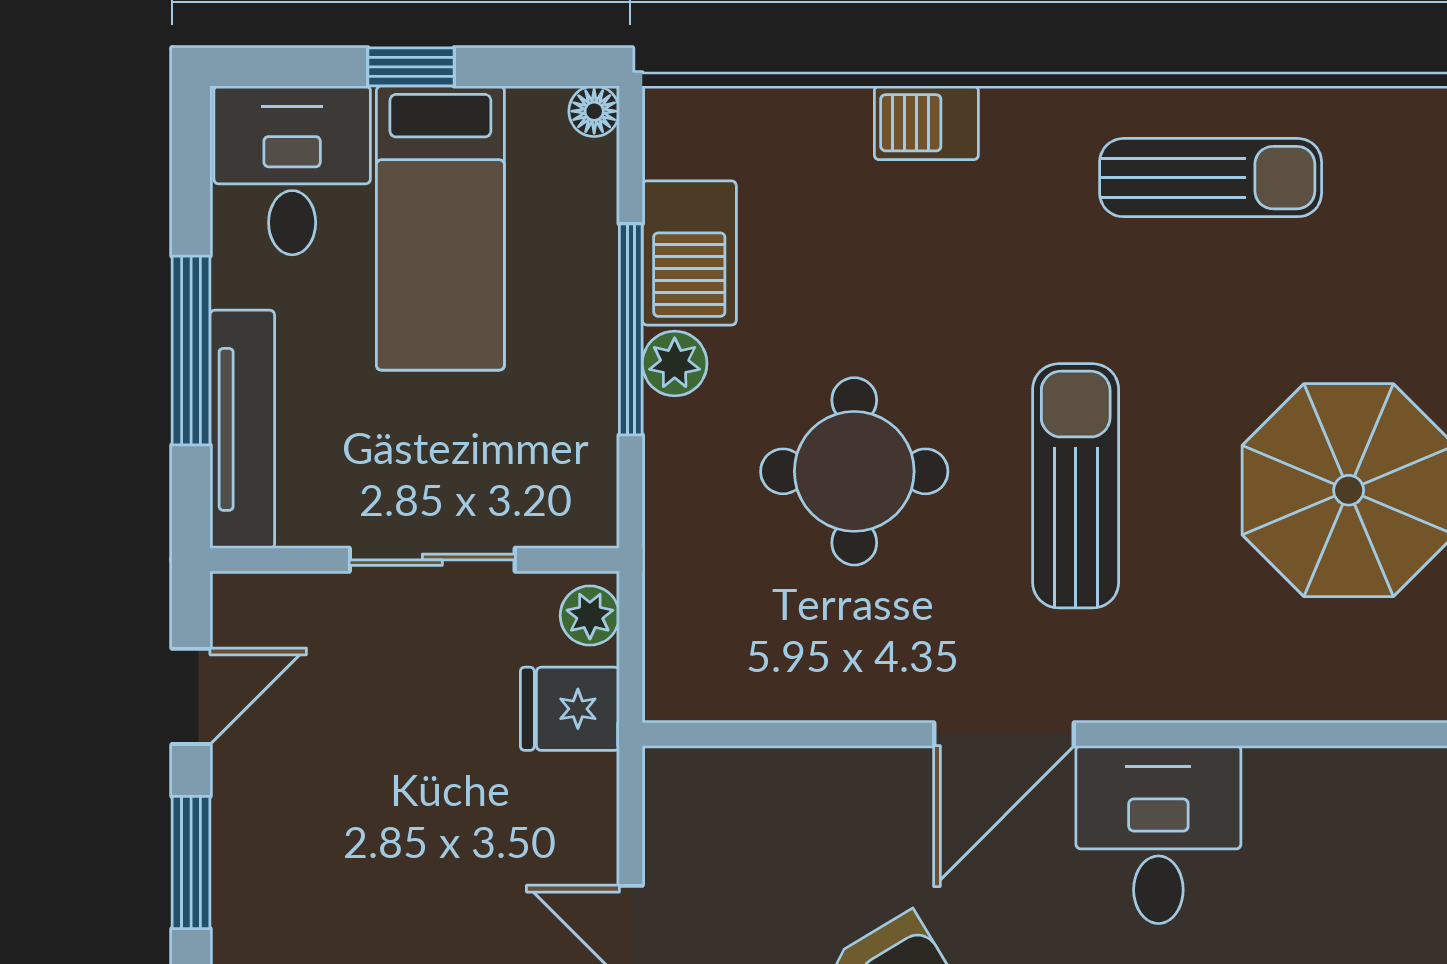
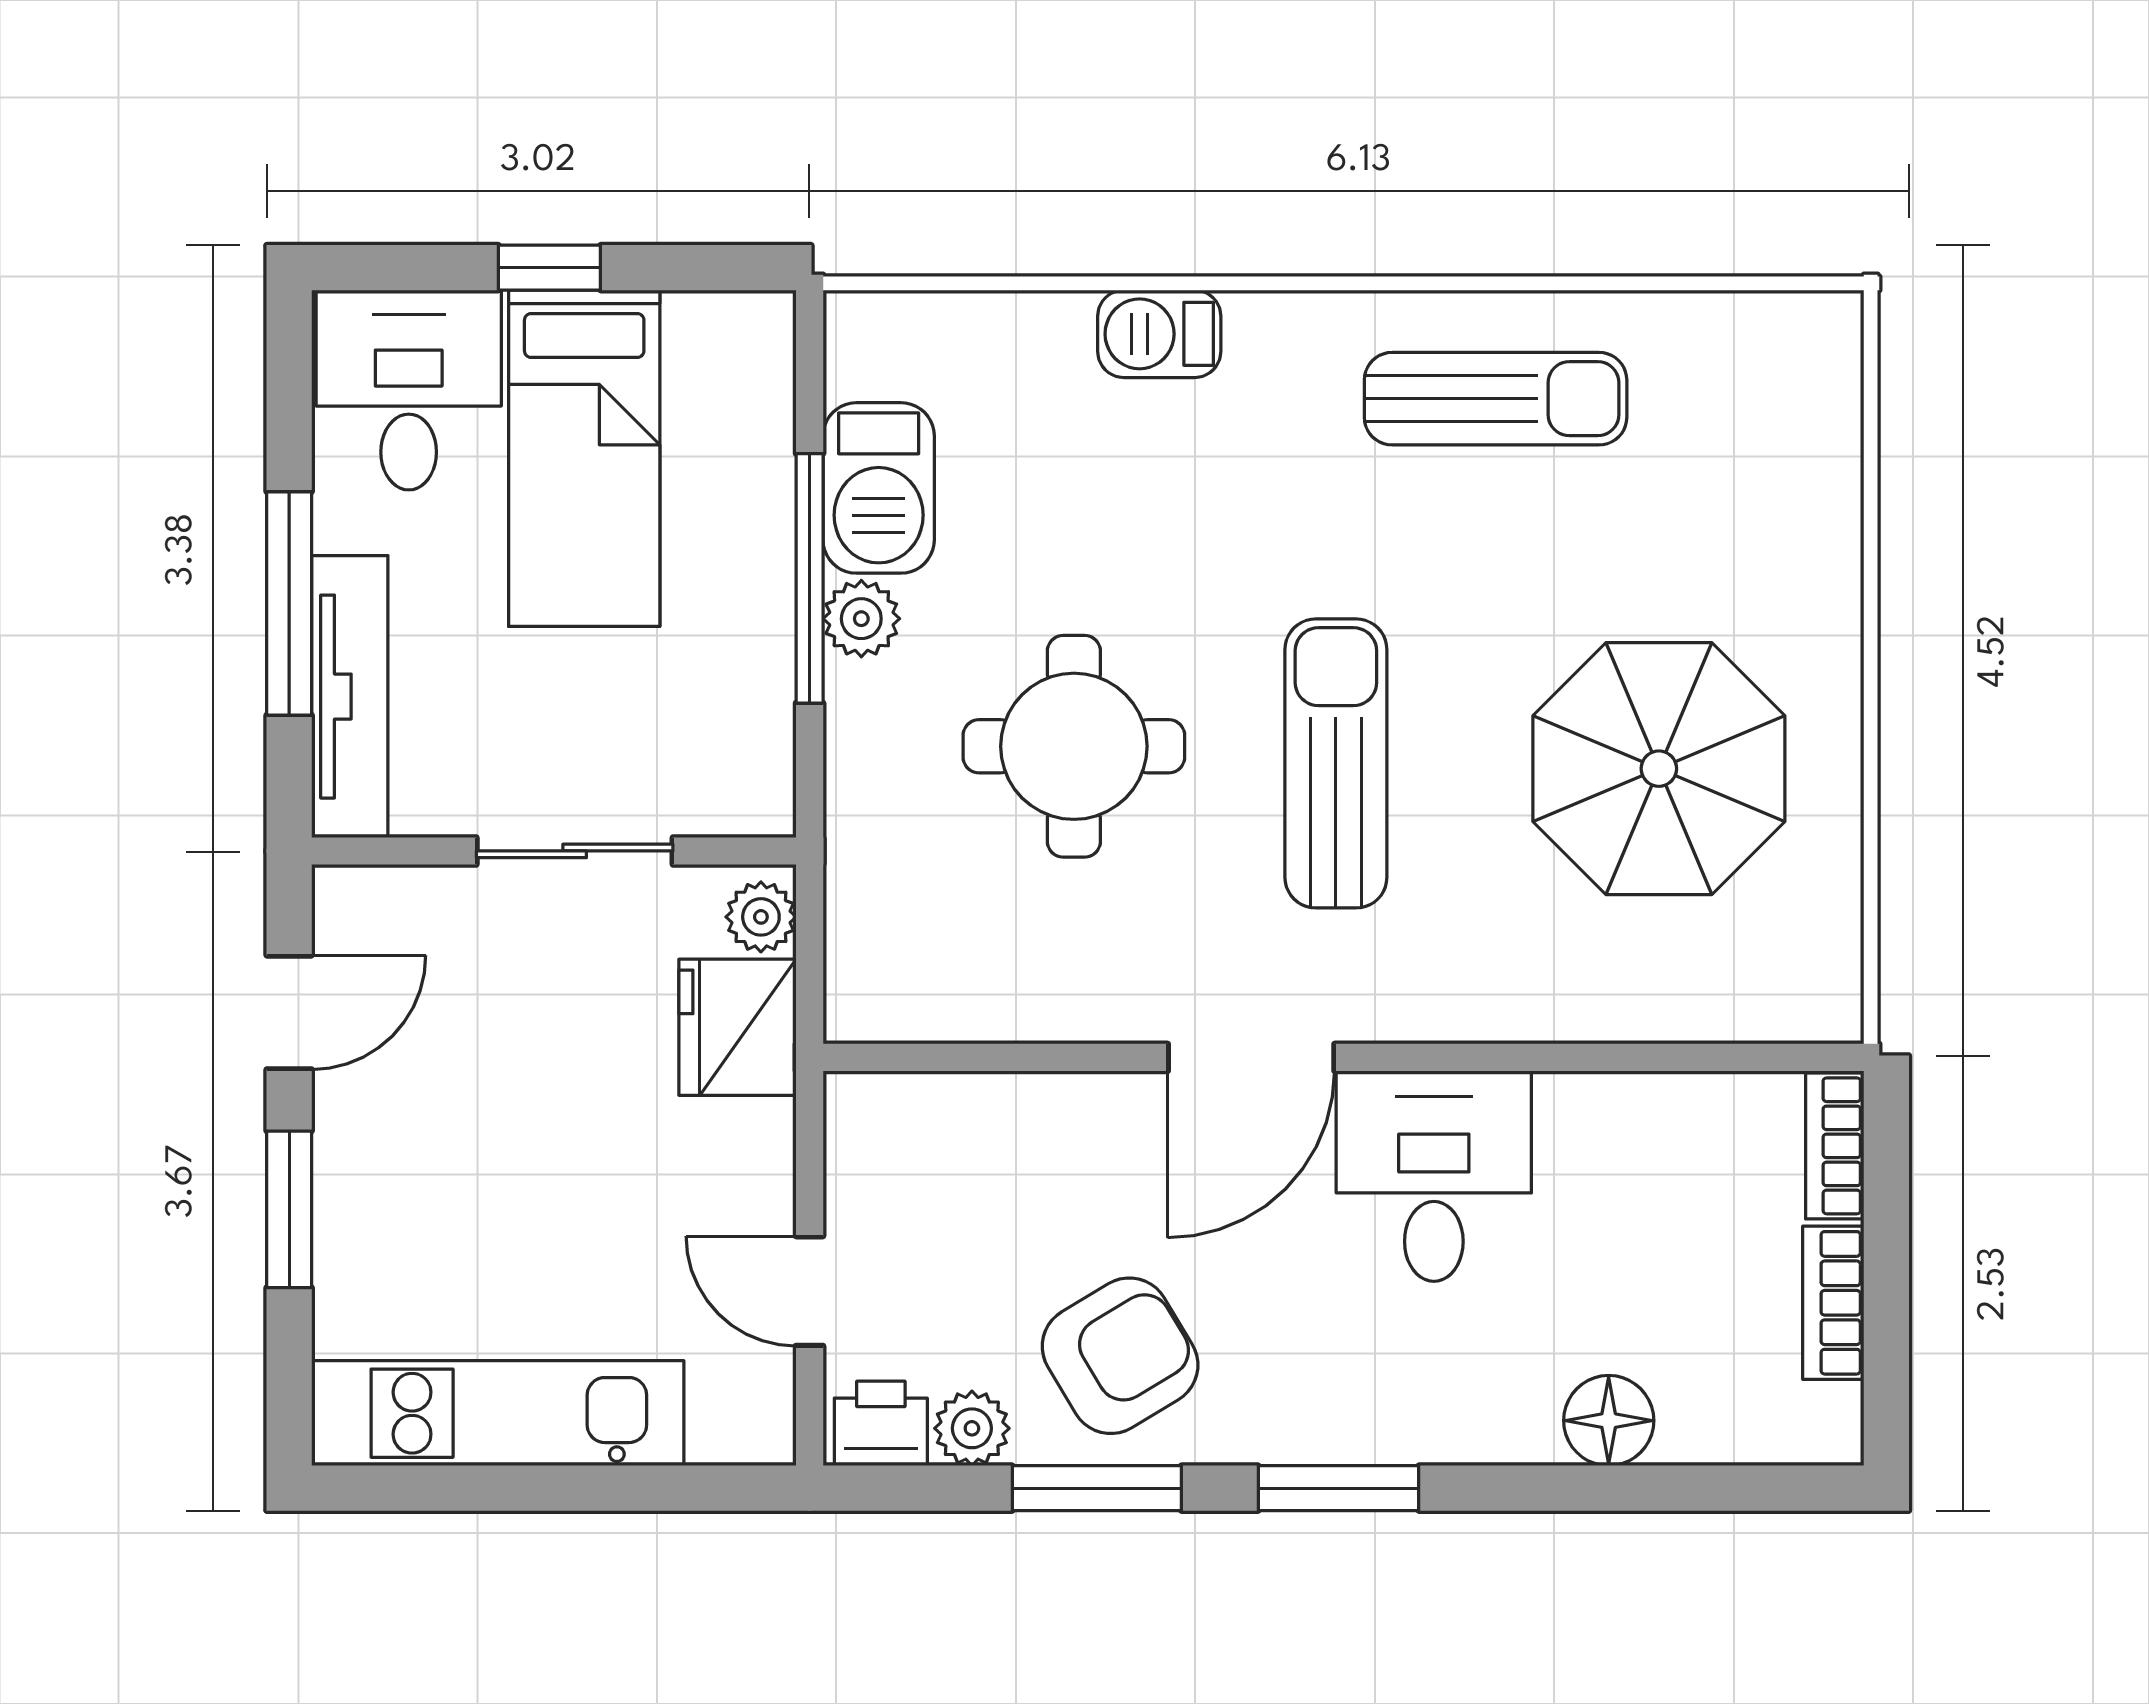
floor lamp: (594, 111) -> (766, 320), removed
fridge: (570, 709) -> (737, 1027), width x1.38

